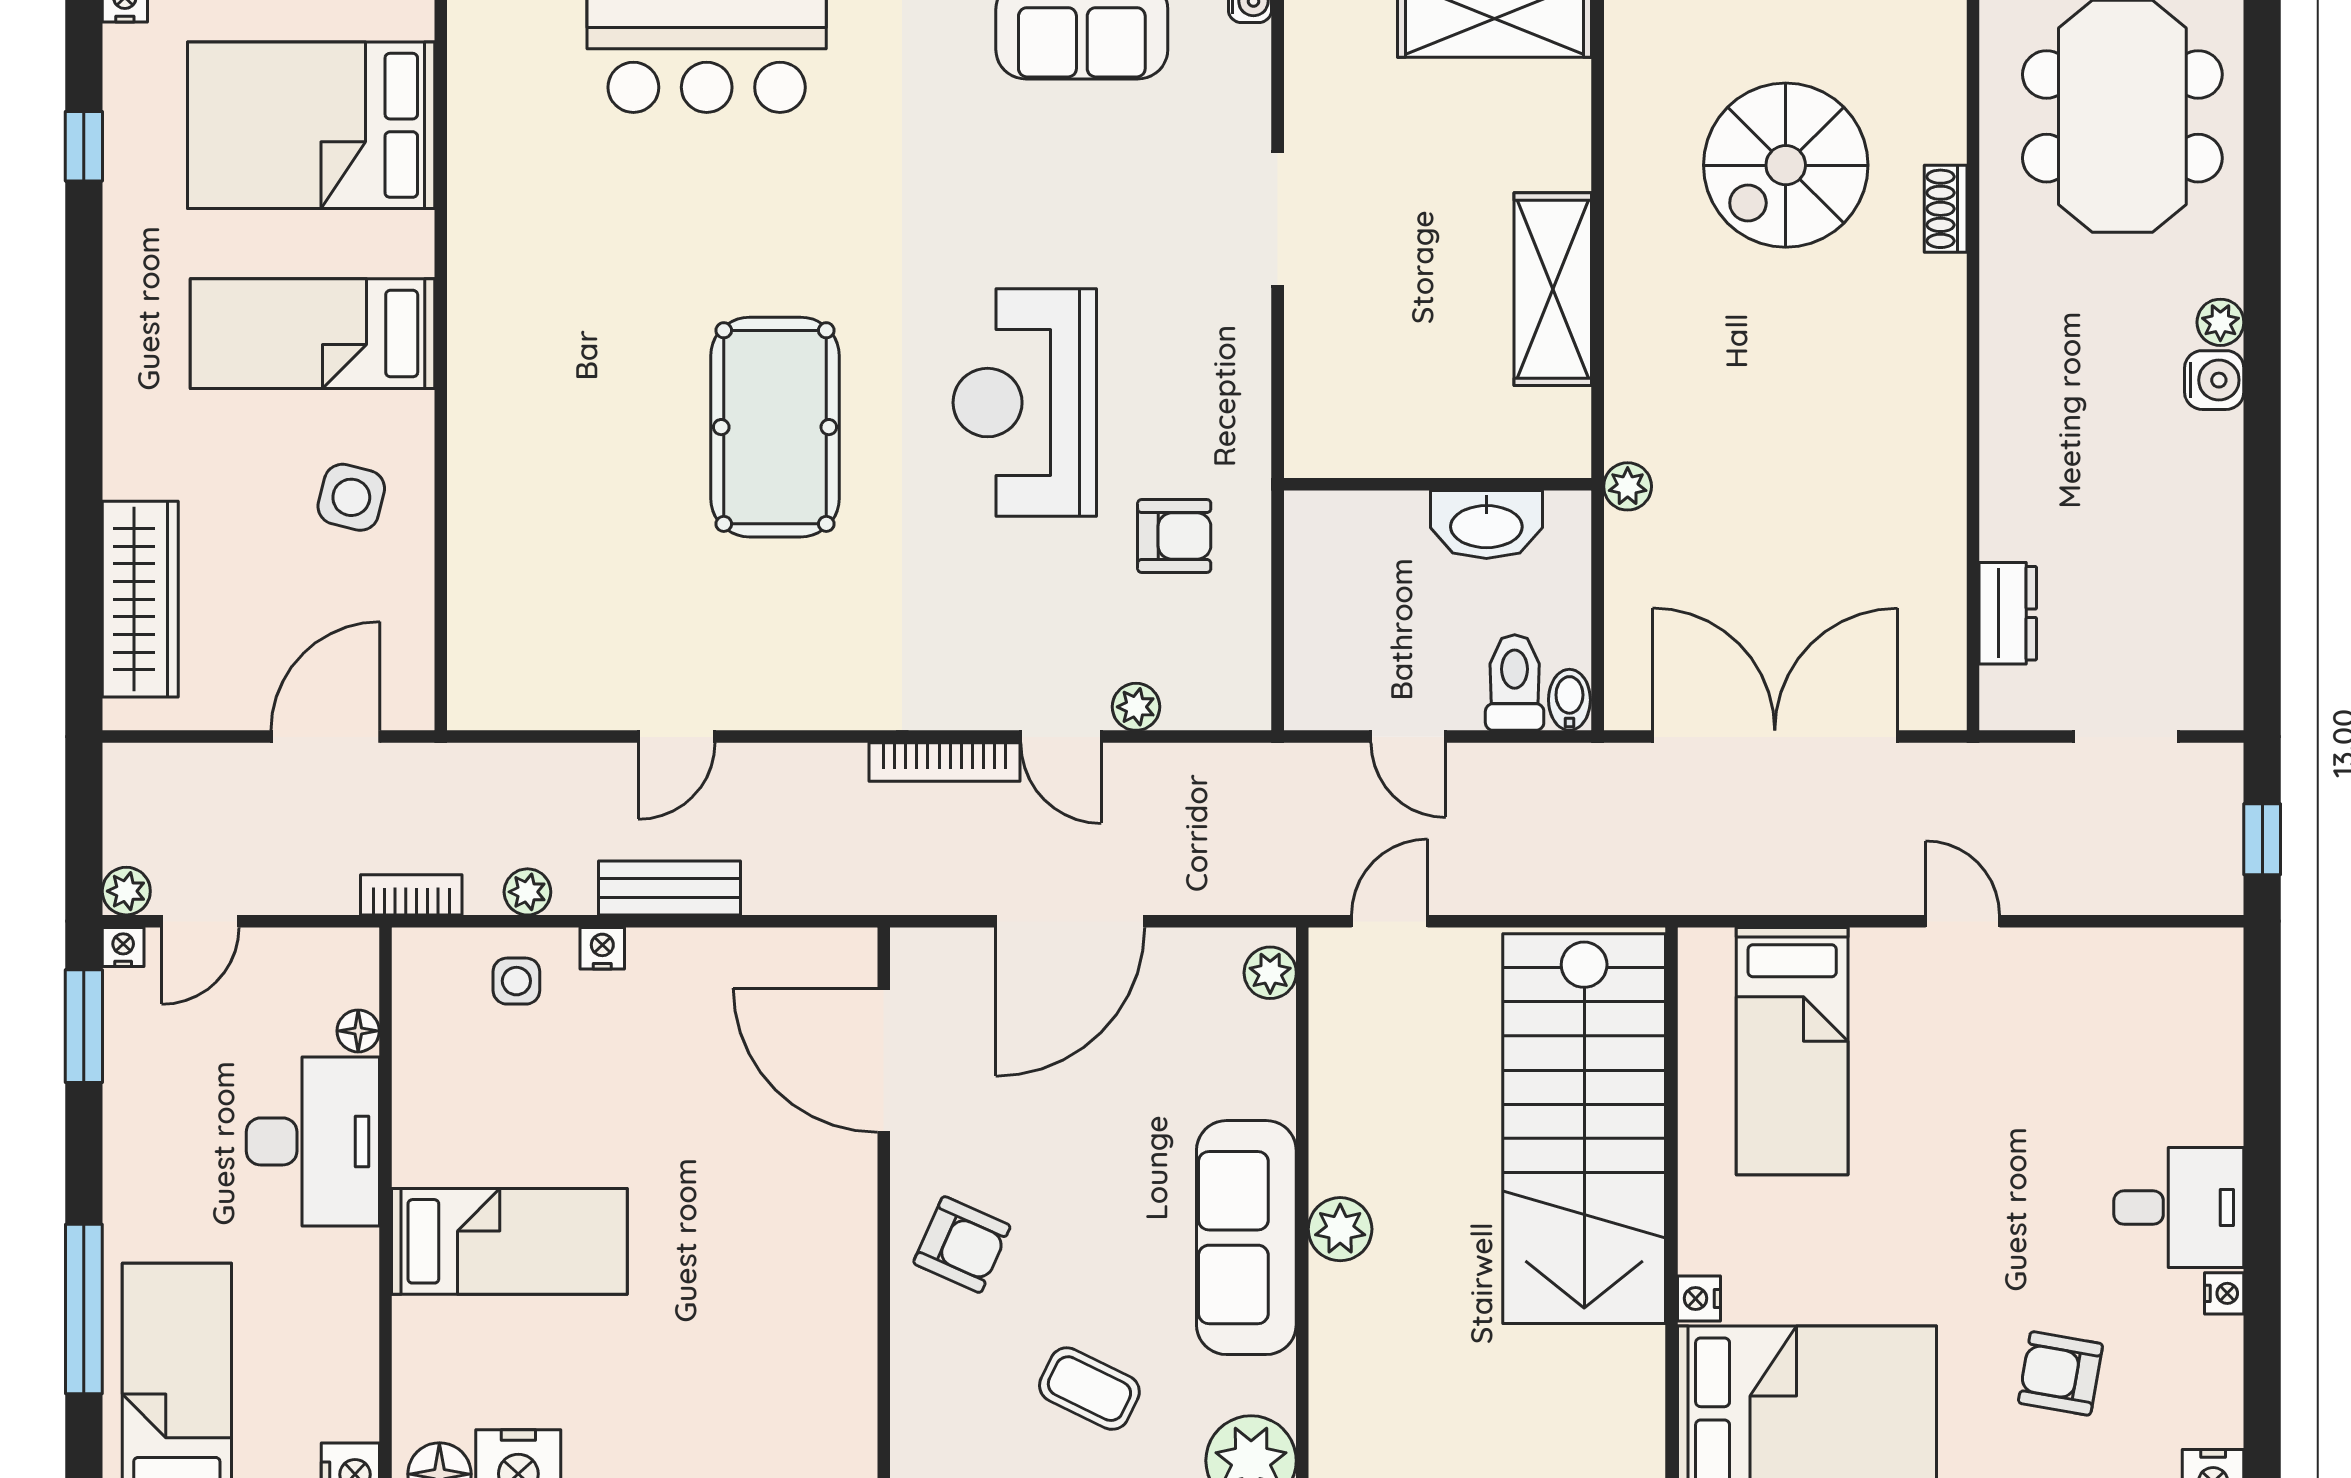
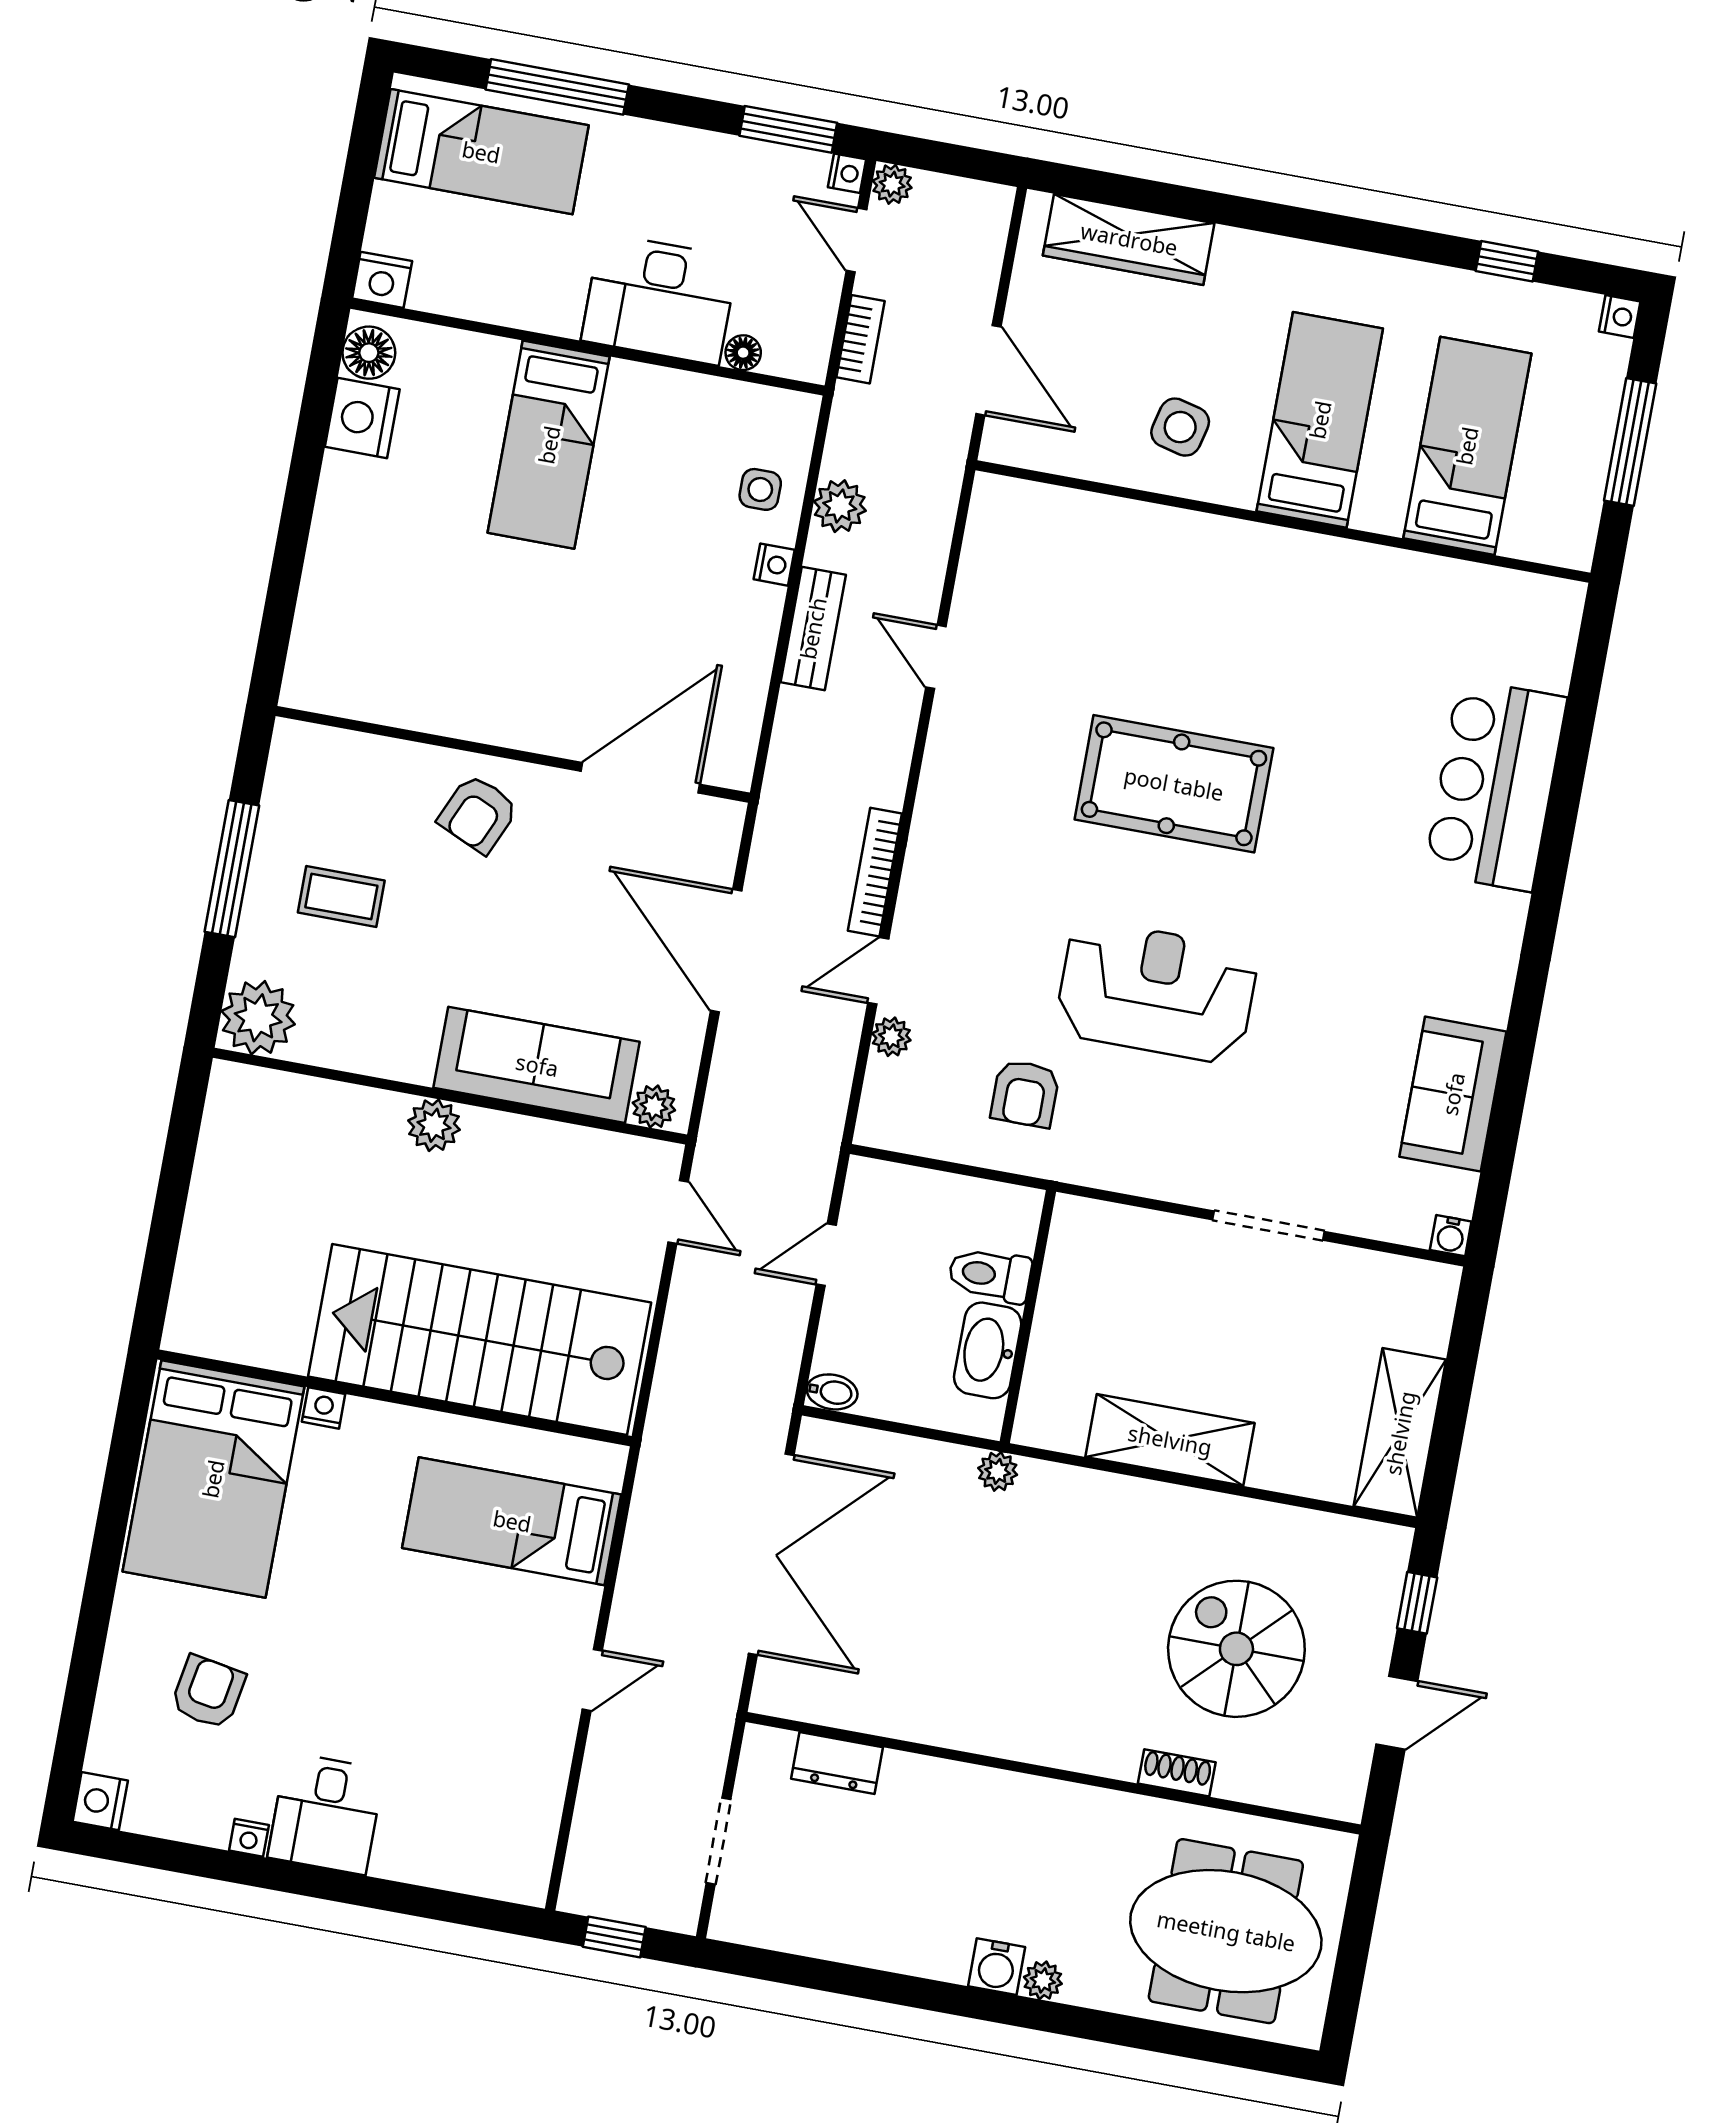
bed: (311, 125) -> (1467, 446), width x0.67
toilet: (1515, 683) -> (990, 1275), moved, turned 180
plant: (527, 892) -> (840, 506), width x1.38, depth x1.38
bookcase: (411, 895) -> (861, 339), moved
sofa: (1246, 1238) -> (537, 1065), moved
coffee table: (1089, 1389) -> (341, 896), turned 64

